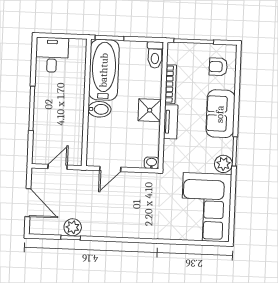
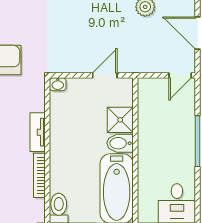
shower: (150, 110) -> (120, 120), moved
door: (58, 167) -> (180, 75), moved

